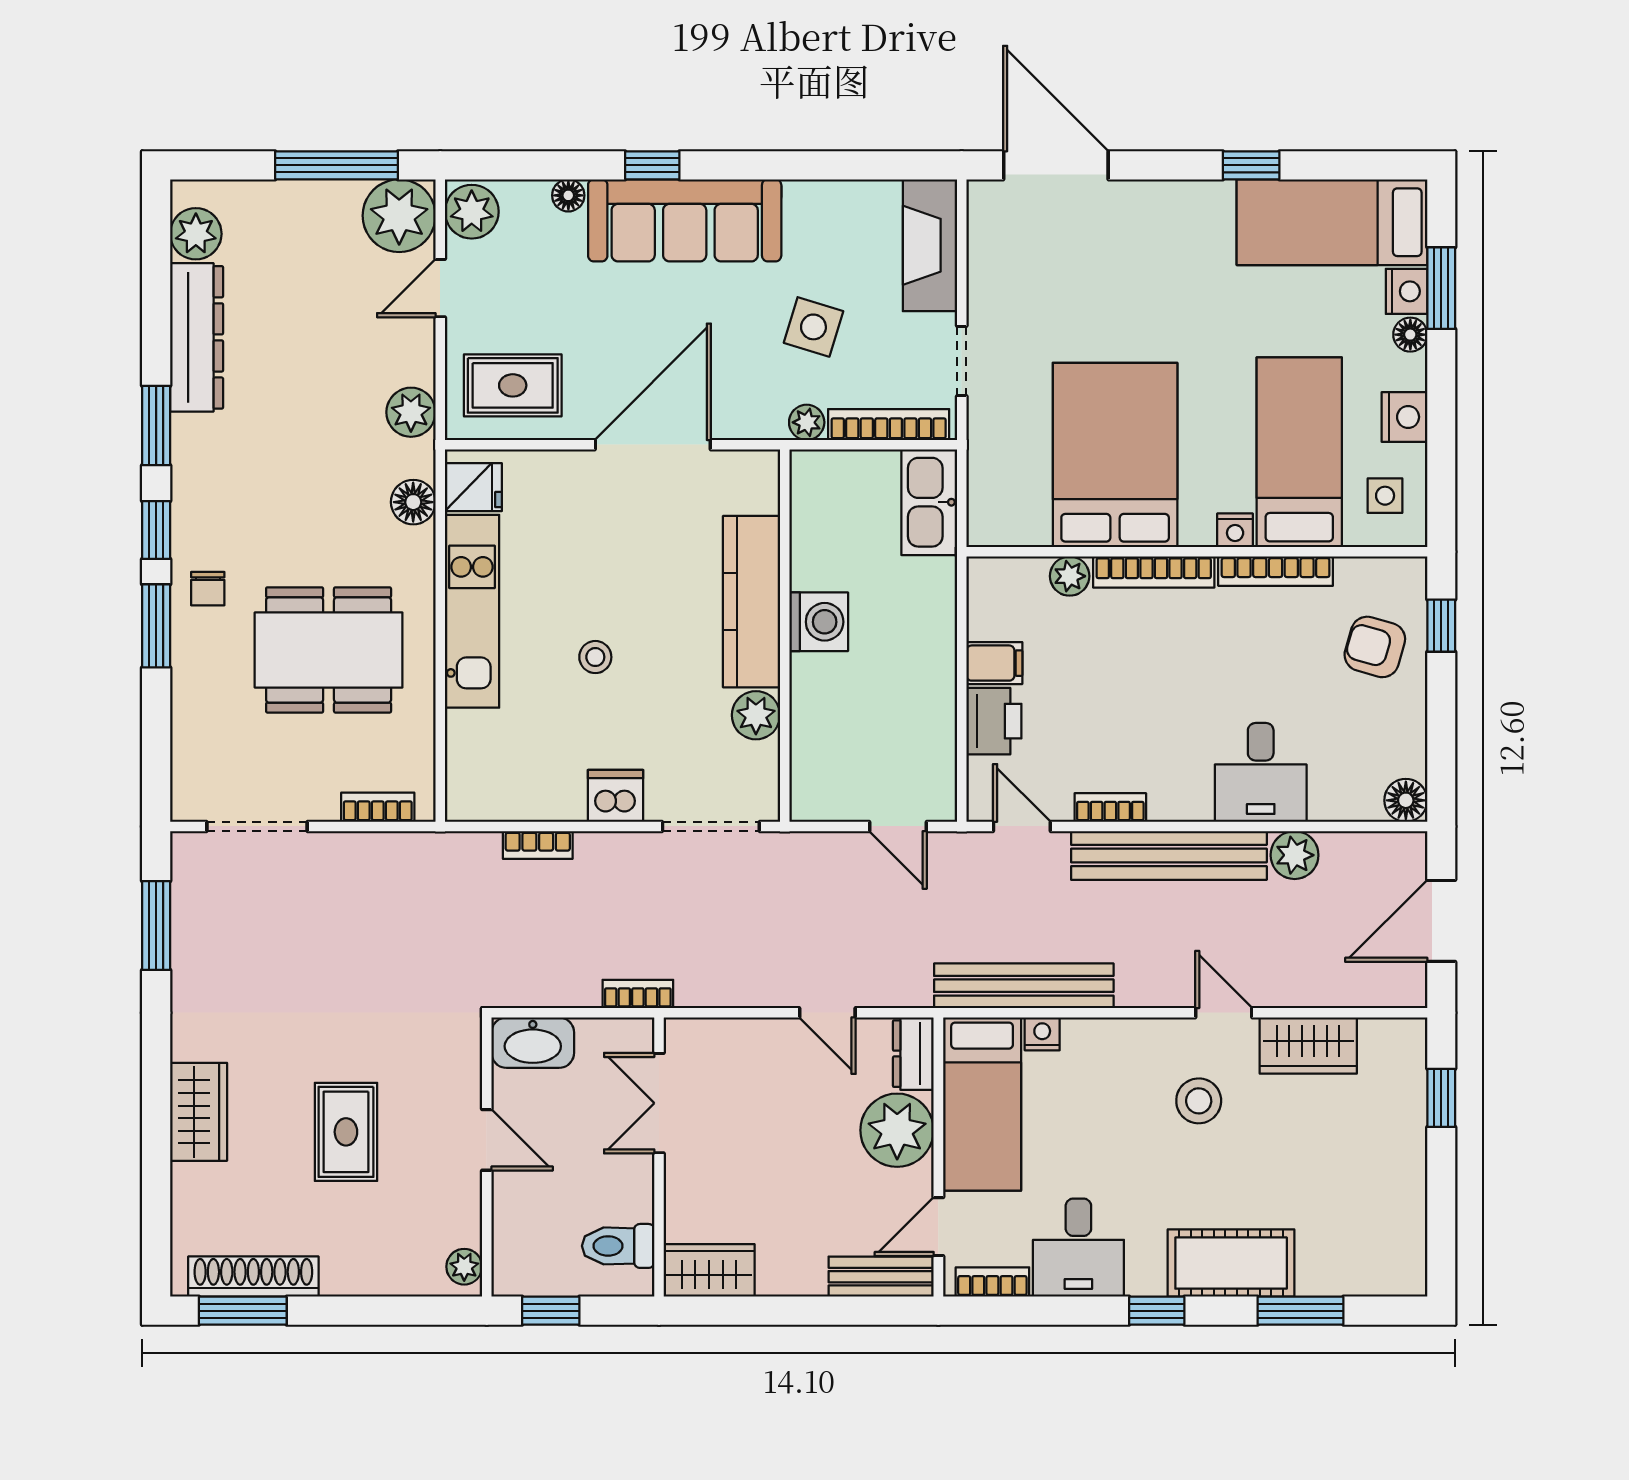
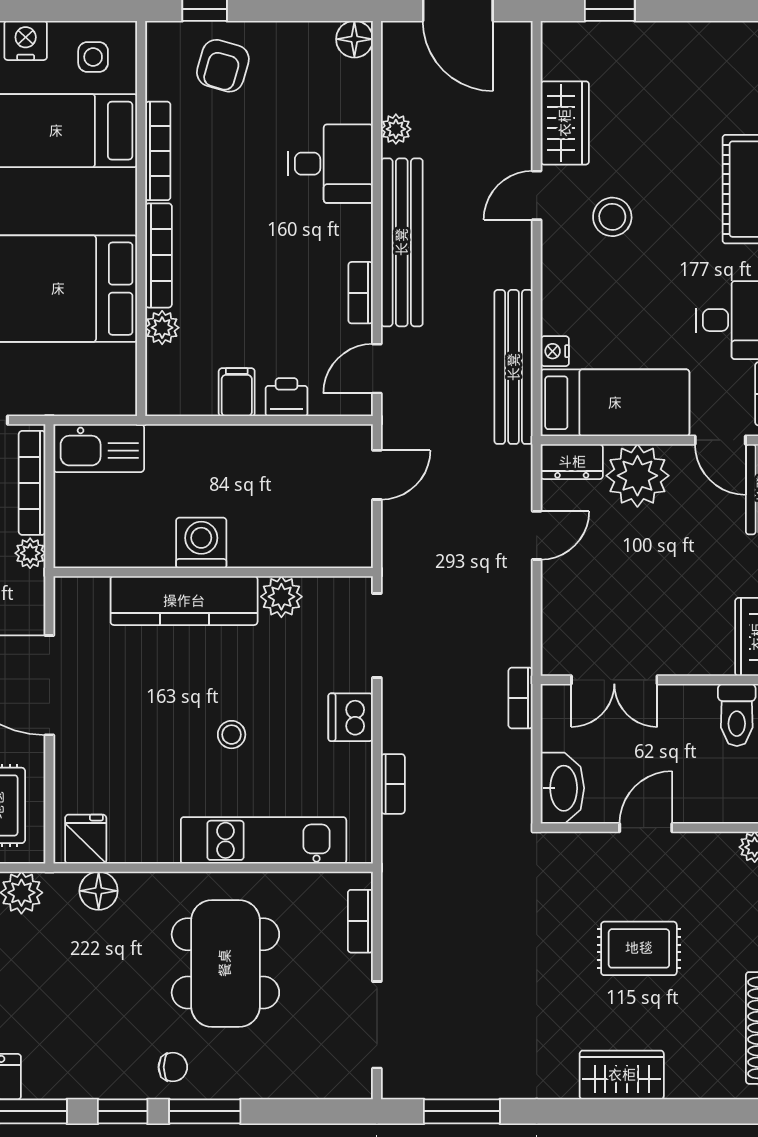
nightstand: (1235, 530) -> (123, 186), removed
kitchen unit: (472, 611) -> (264, 840), moved
printer: (994, 721) -> (287, 397), width x0.73, depth x0.81
plant: (1295, 855) -> (396, 129), width x0.73, depth x0.73

